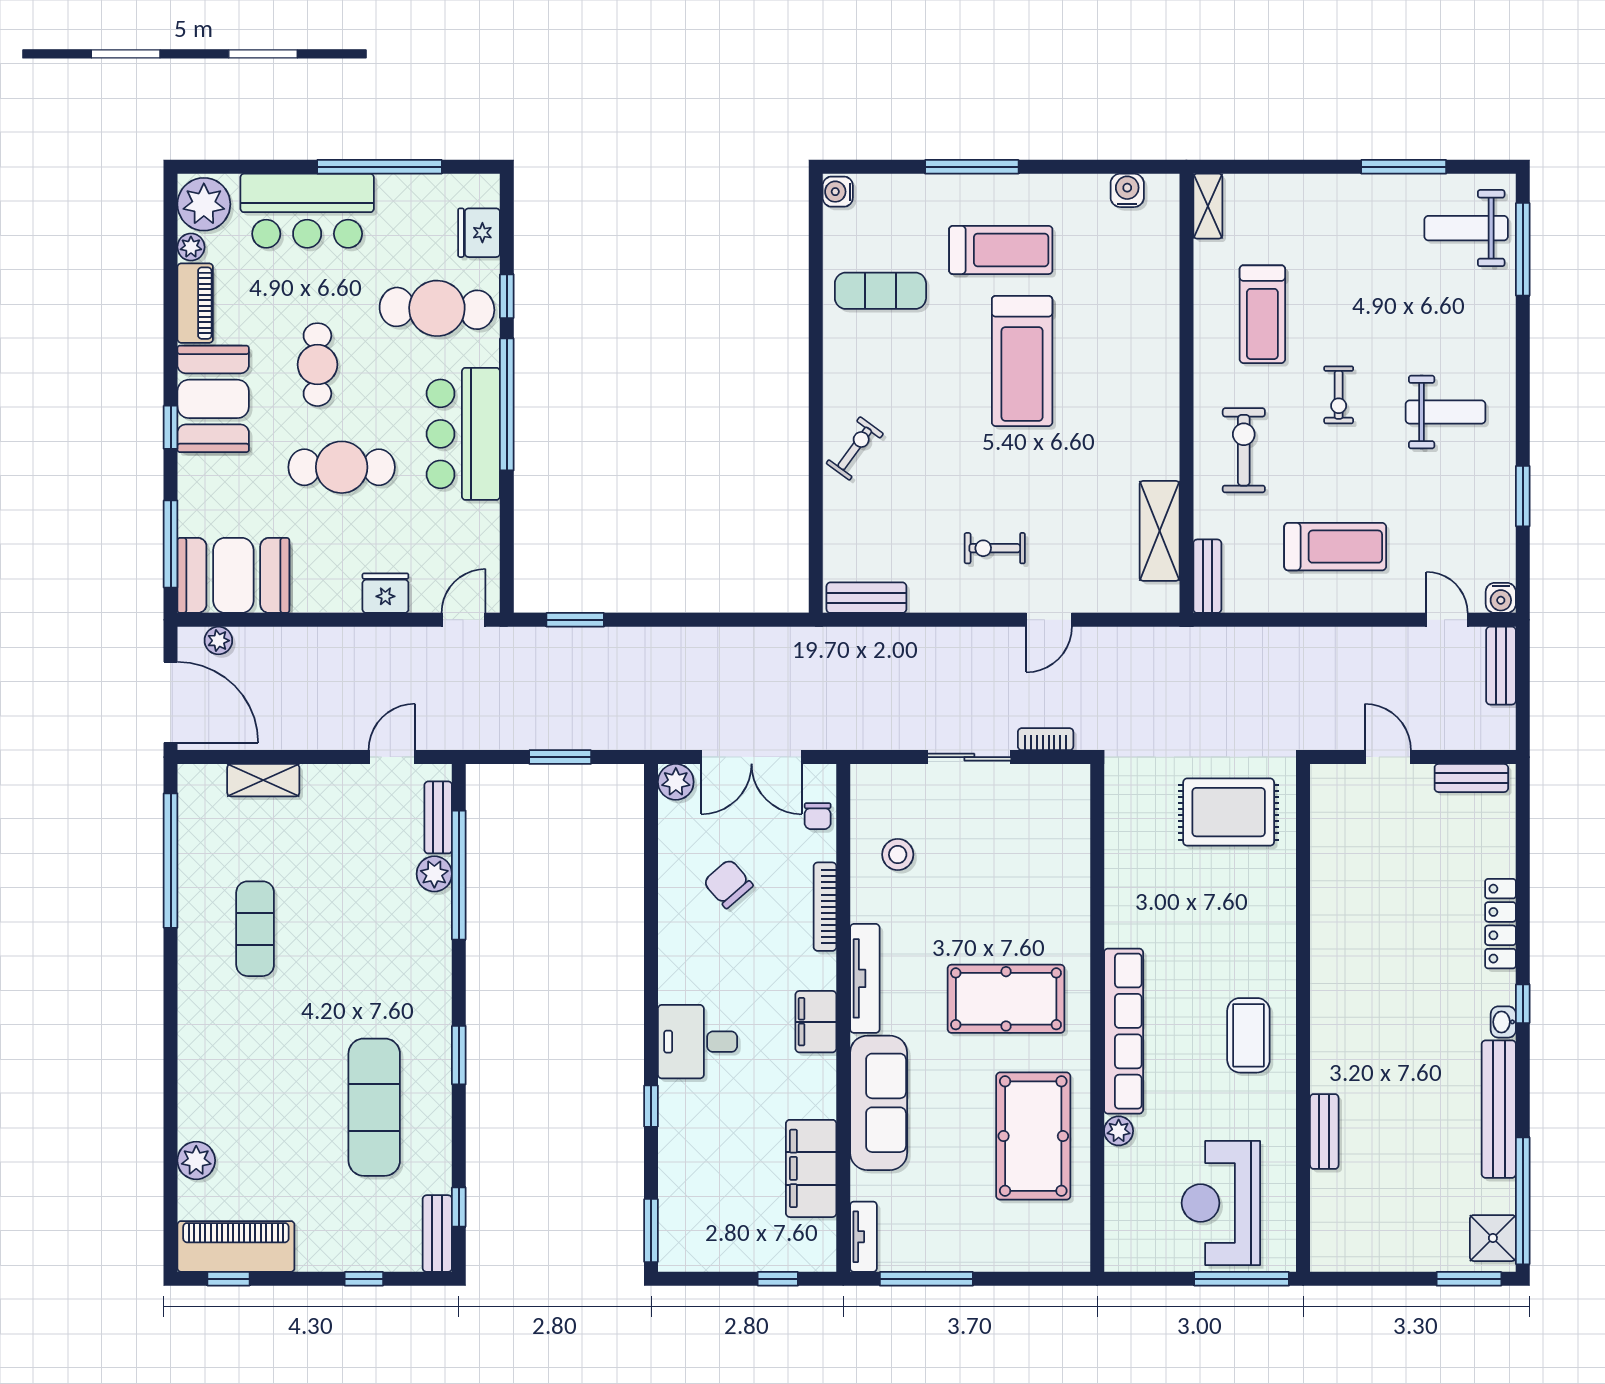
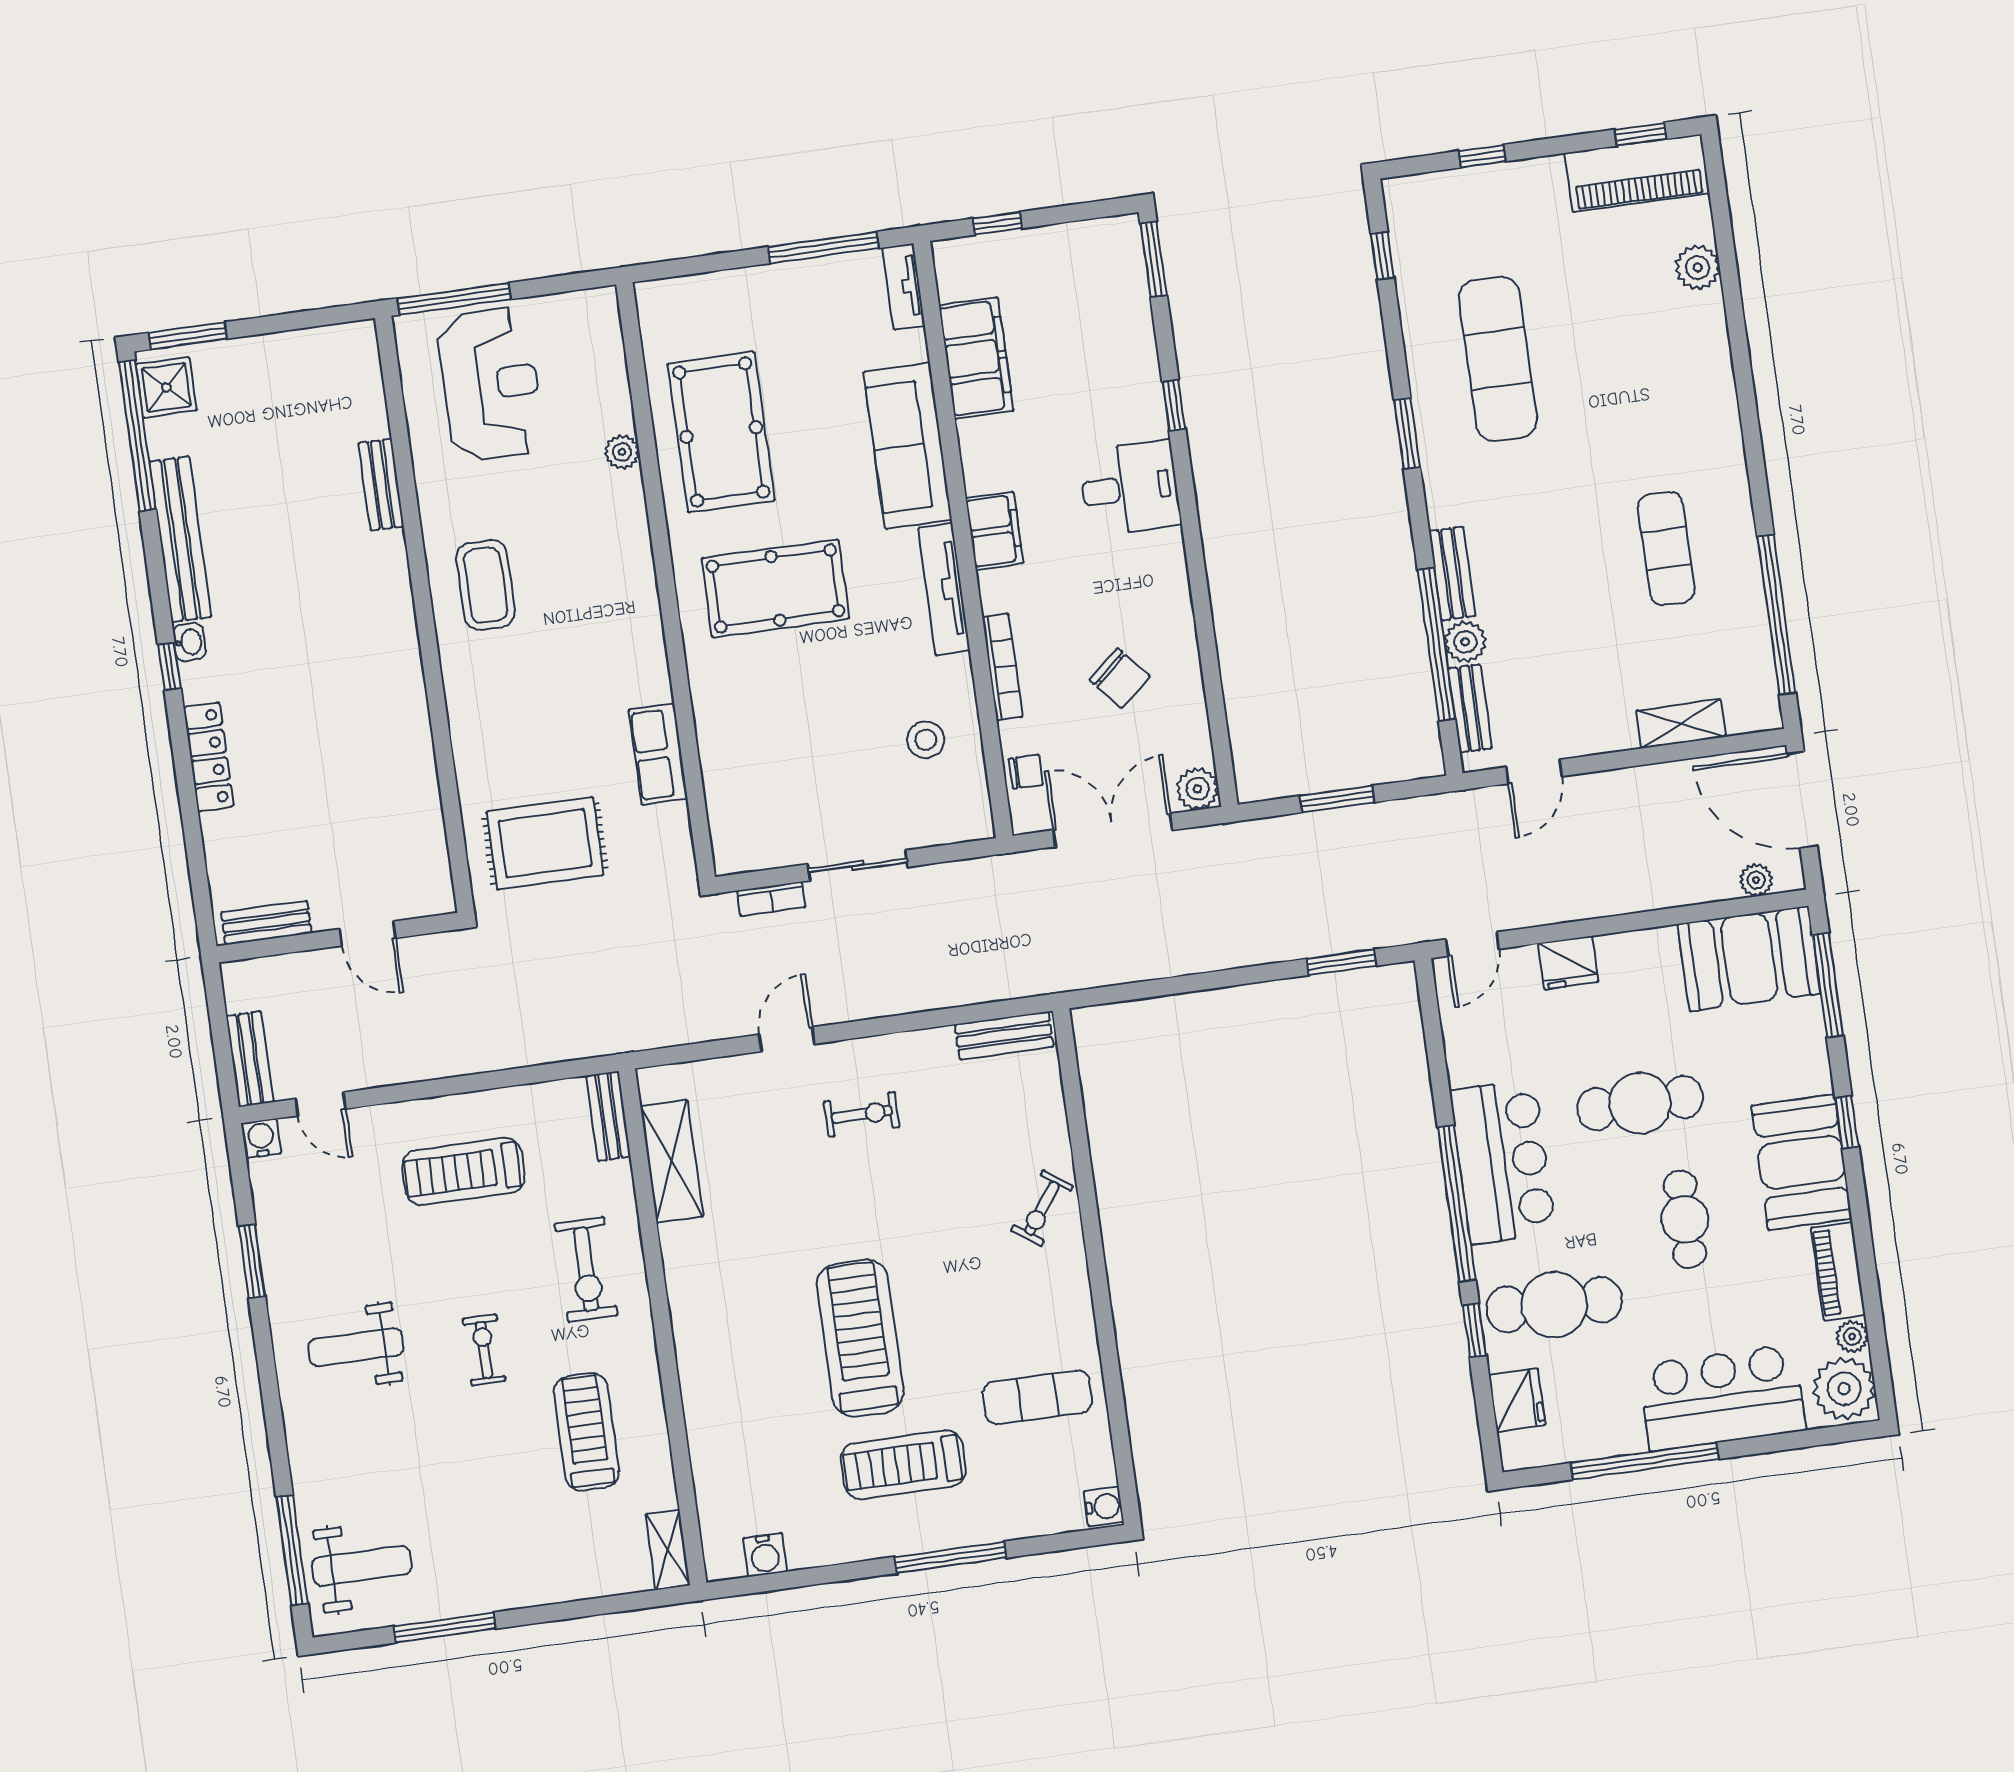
chair: (818, 816) -> (1026, 772), turned 90
row of seats: (1124, 1031) -> (658, 754), moved, width x0.50
bench: (437, 1234) -> (1452, 573), moved

